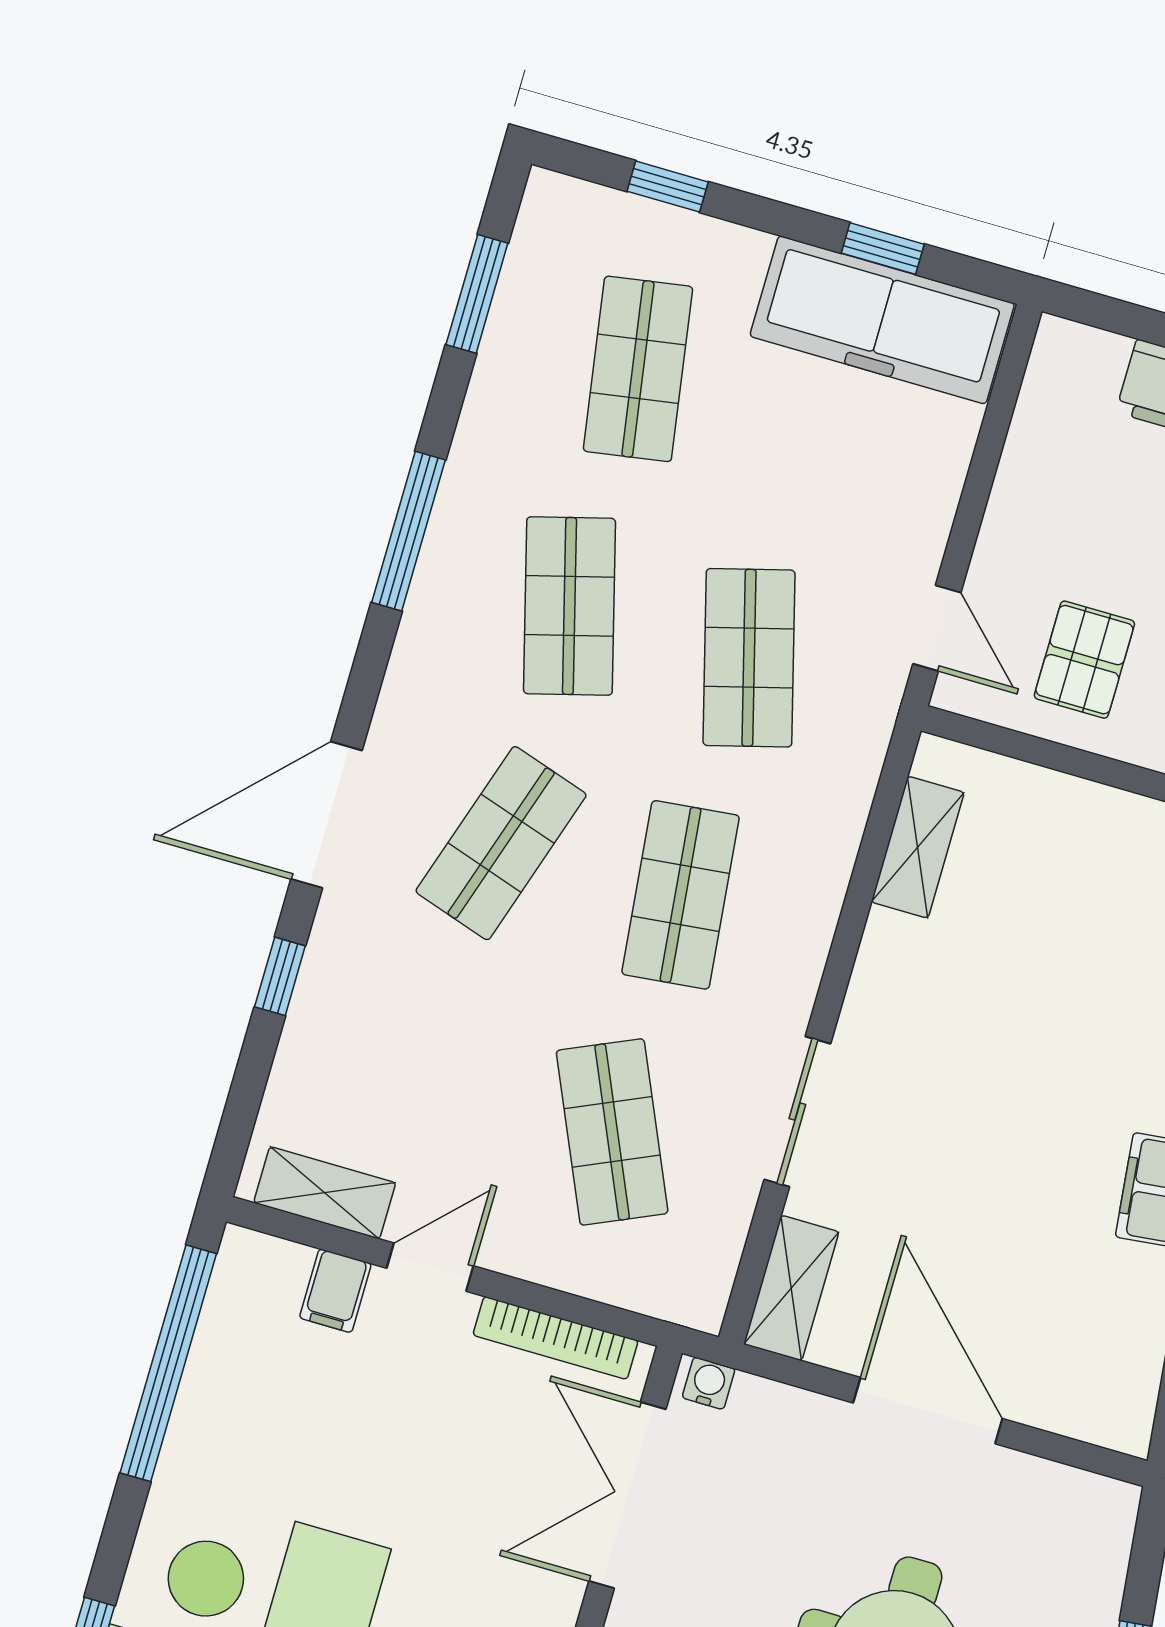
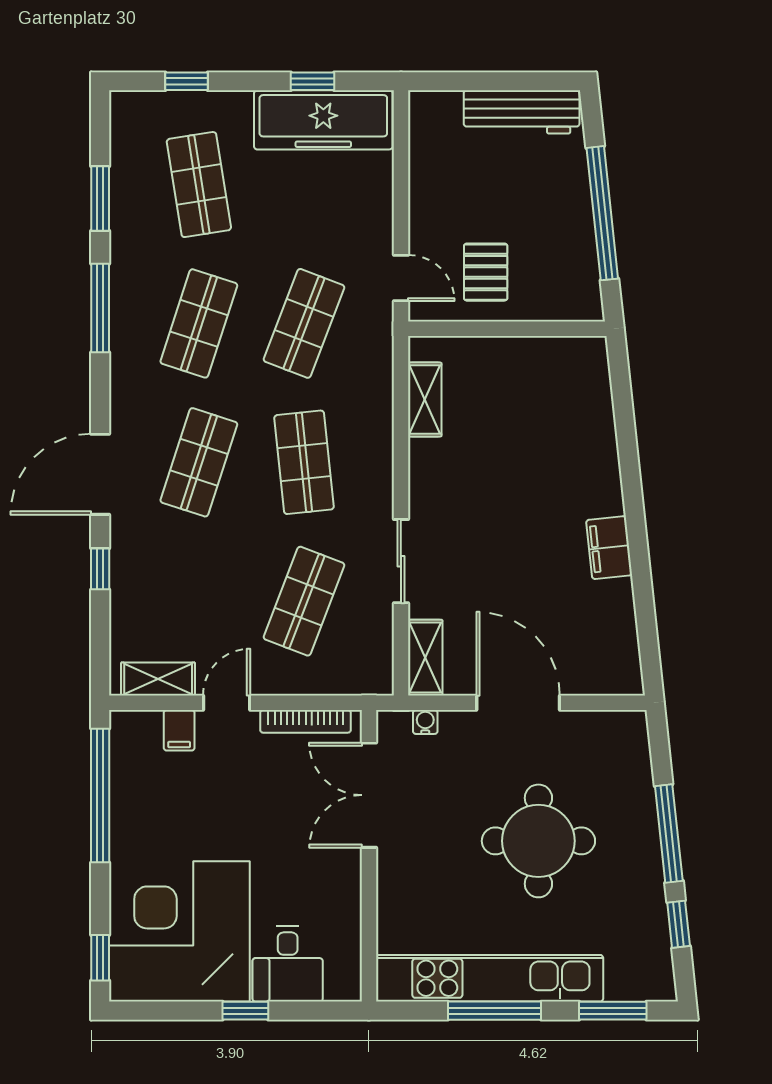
window: (477, 294) -> (100, 199), moved
shop shelf: (570, 606) -> (199, 323), turned 33
shop shelf: (749, 658) -> (304, 323), turned 36
shop shelf: (612, 1132) -> (304, 601), turned 45
water cooler: (709, 1383) -> (425, 722), moved

